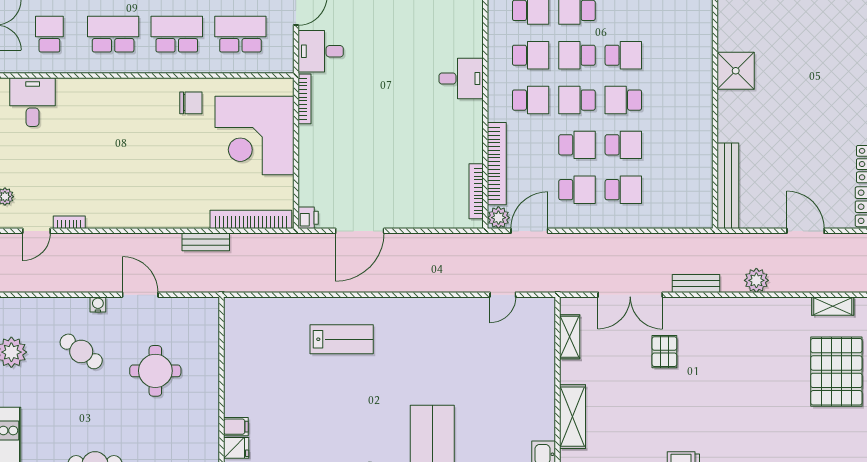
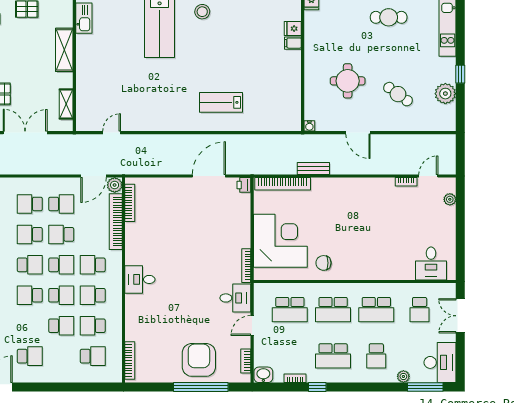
school desk: (577, 190) -> (61, 204), turned 180
water cooler: (98, 304) -> (309, 126), moved

